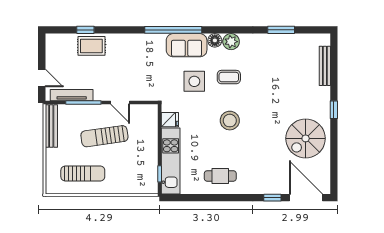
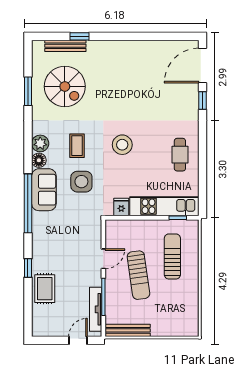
window: (85, 30) -> (28, 268), moved
window: (334, 110) -> (80, 36), moved
spiral stairs: (306, 138) -> (65, 86), moved
sun lounger: (83, 173) -> (172, 256), moved

